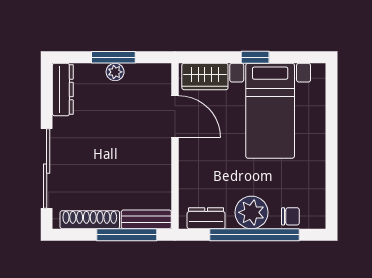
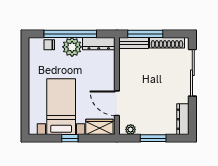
plant: (115, 72) -> (131, 129), moved
dresser: (206, 218) -> (99, 44), width x1.44

